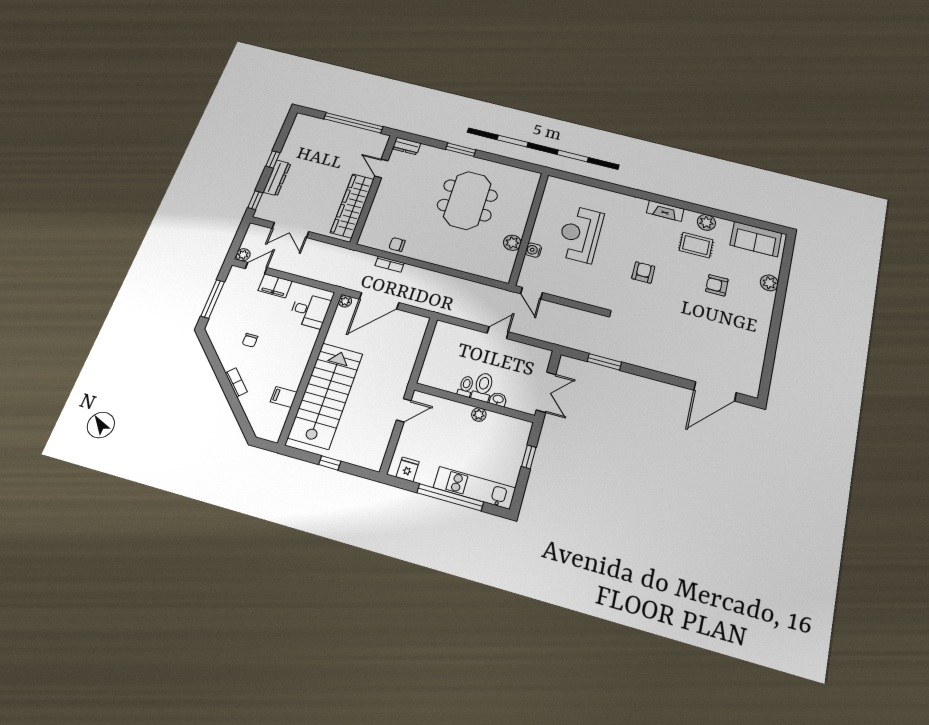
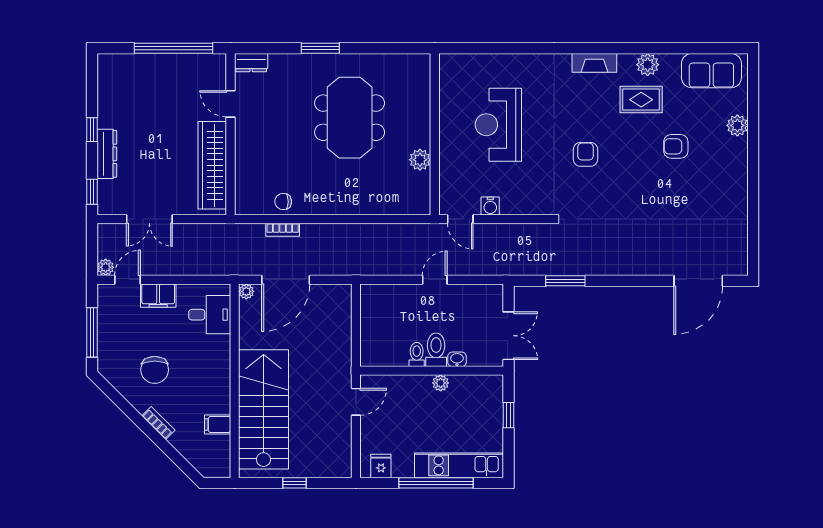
water cooler: (533, 250) -> (490, 206), moved, turned -90
chair: (250, 340) -> (155, 370), width x1.87, depth x1.87

